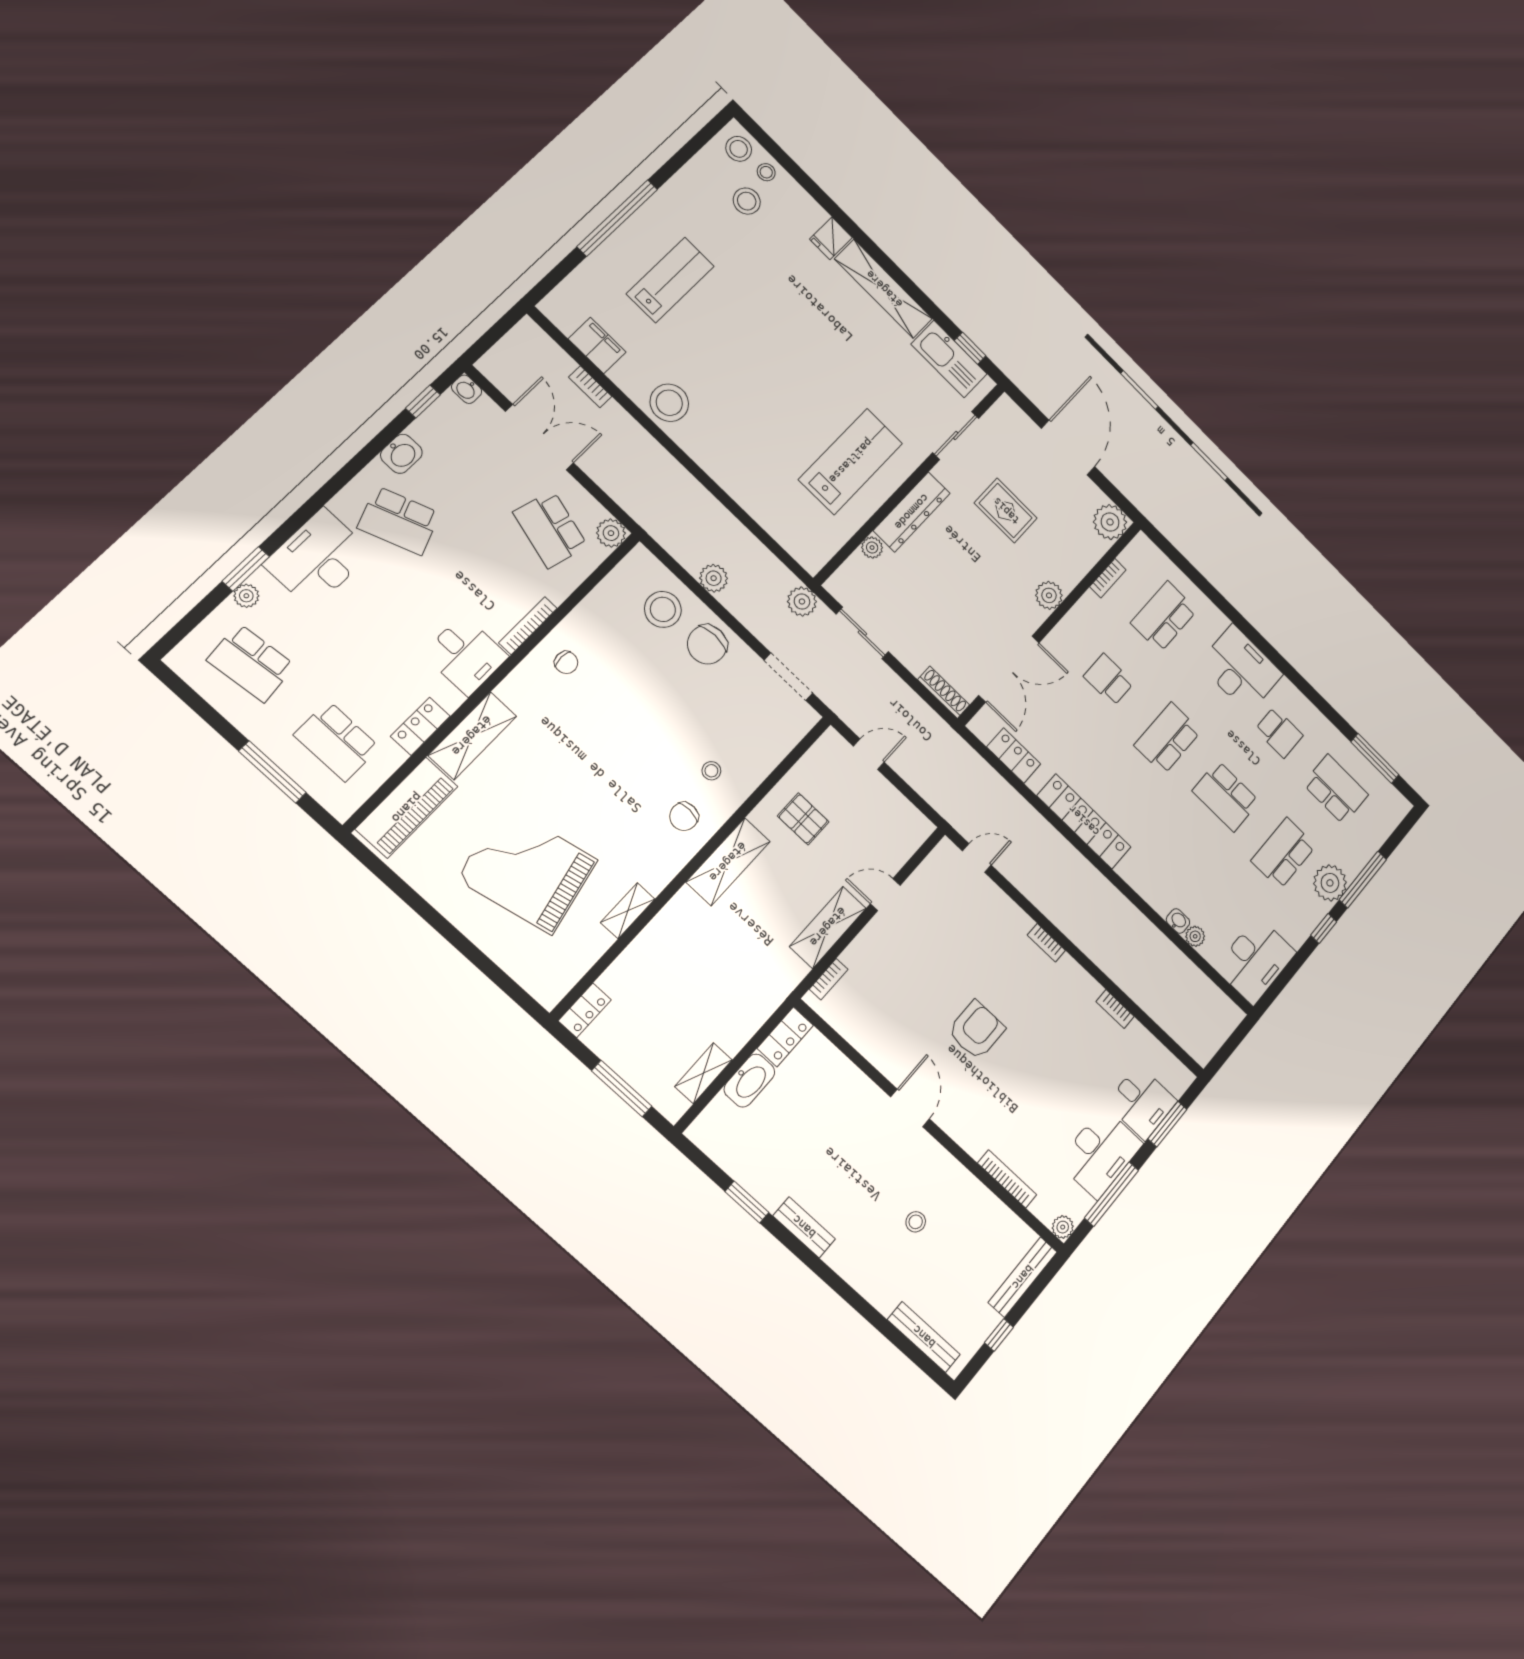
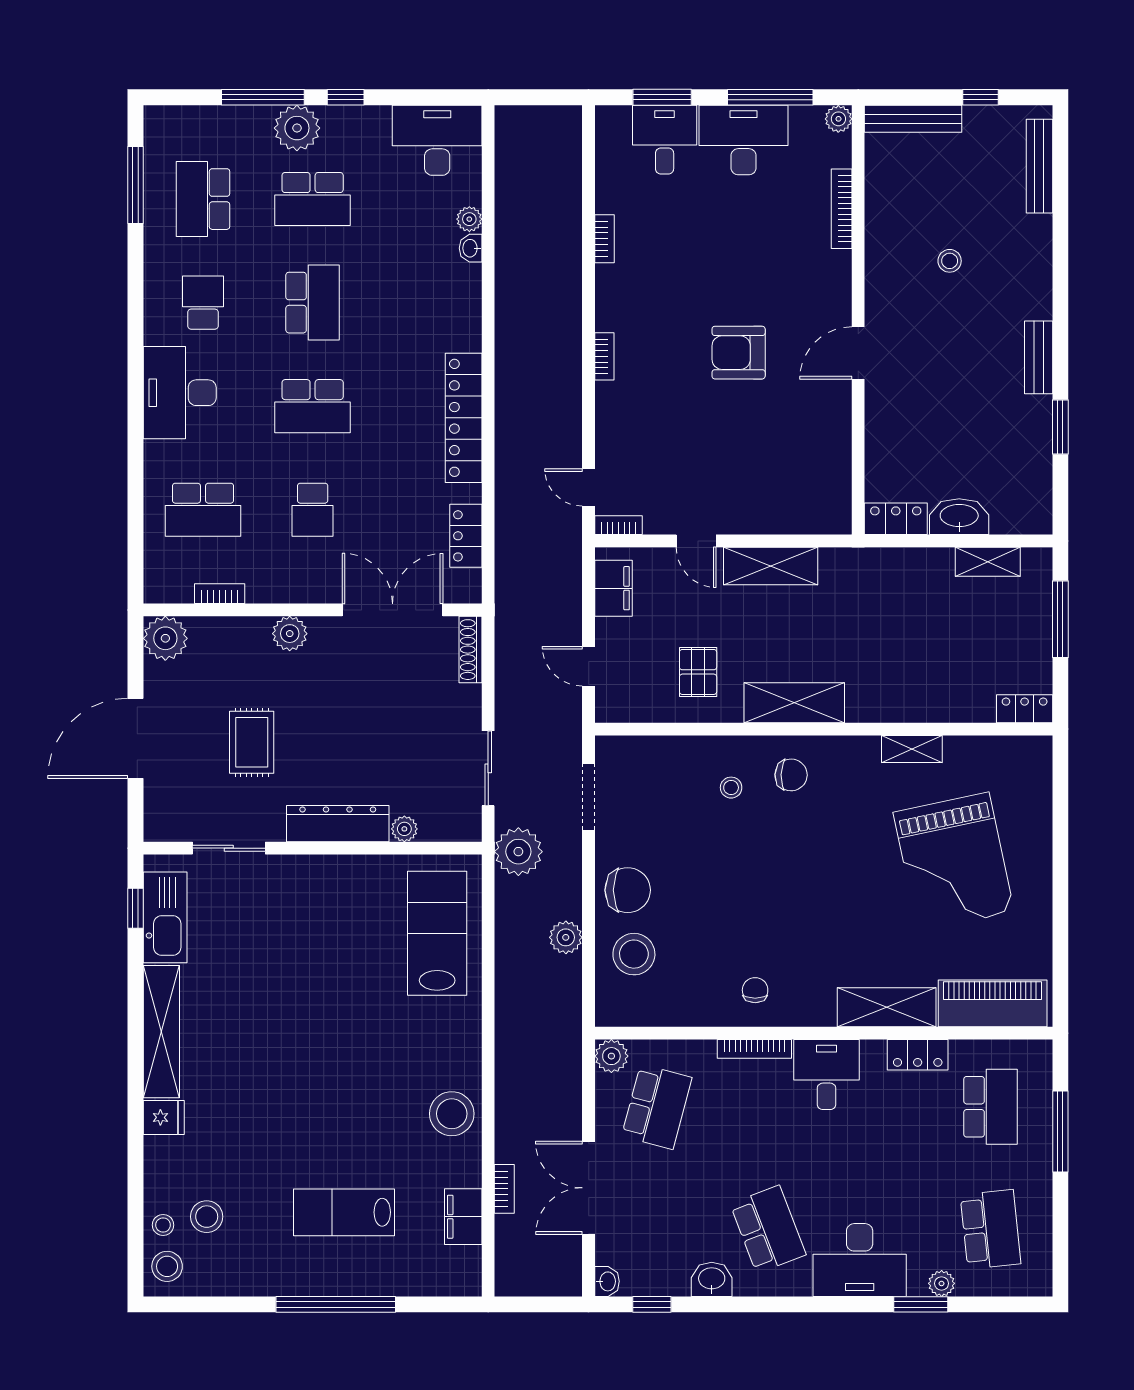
lab bench: (851, 461) -> (437, 933), moved, turned 90
plant: (802, 602) -> (518, 852), width x1.36, depth x1.36
filing cabinet: (902, 815) -> (614, 588), added
bookcase: (829, 979) -> (618, 525), moved

